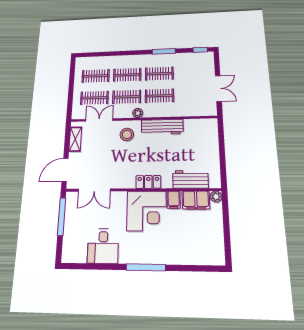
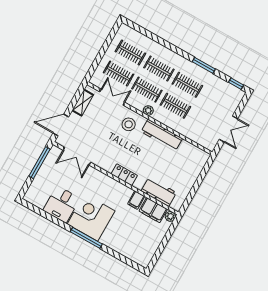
corner desk: (147, 211) -> (91, 217), moved, turned 180

